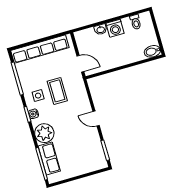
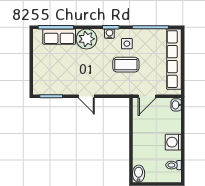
washbasin: (101, 29) -> (176, 105), moved
door: (96, 119) -> (86, 96), swing flipped

